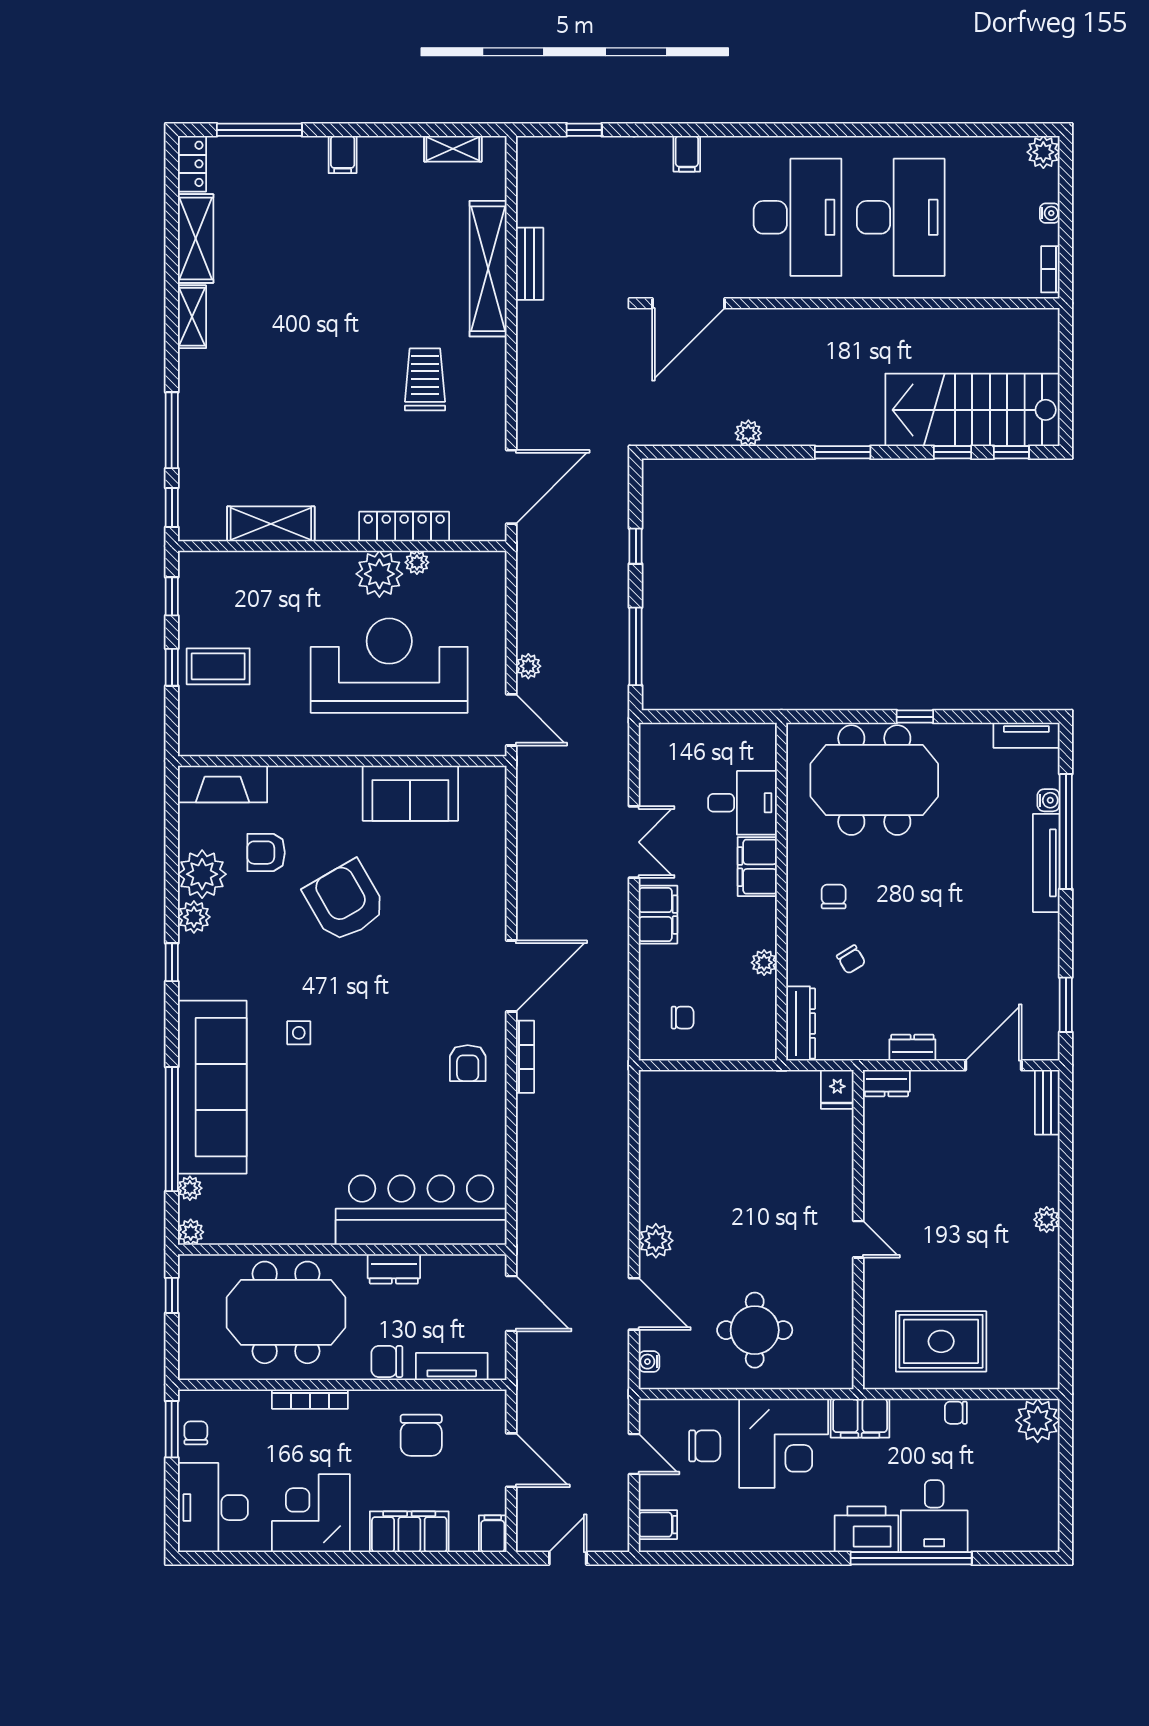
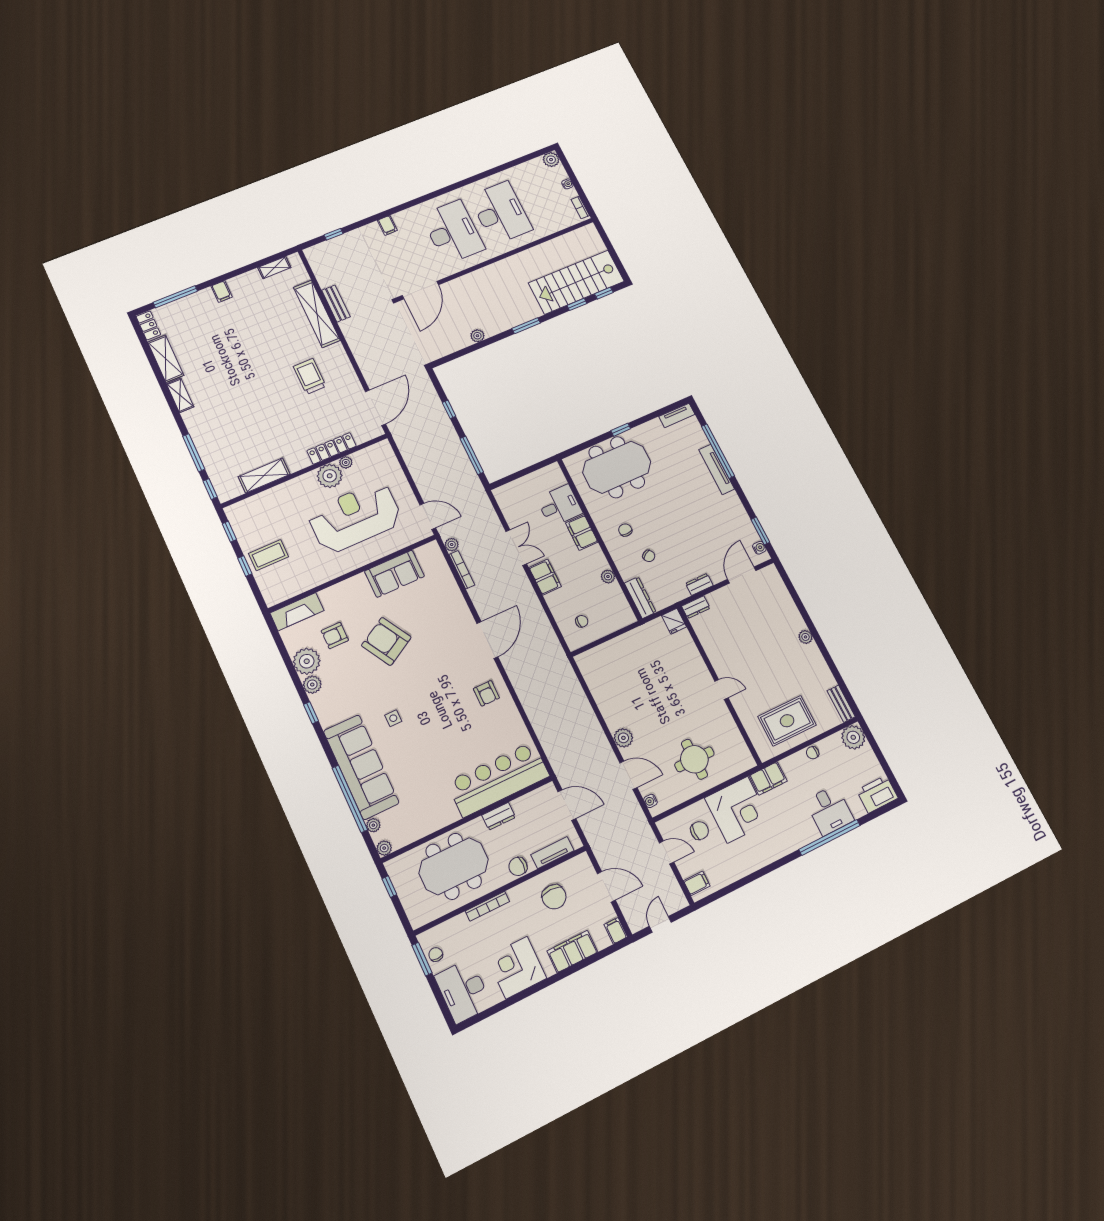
plant: (528, 666) -> (452, 545), moved
water cooler: (1048, 800) -> (759, 548), moved
bookcase: (525, 1057) -> (462, 570), moved
bench: (1047, 1102) -> (841, 704), moved
printer: (866, 1529) -> (877, 794), moved

